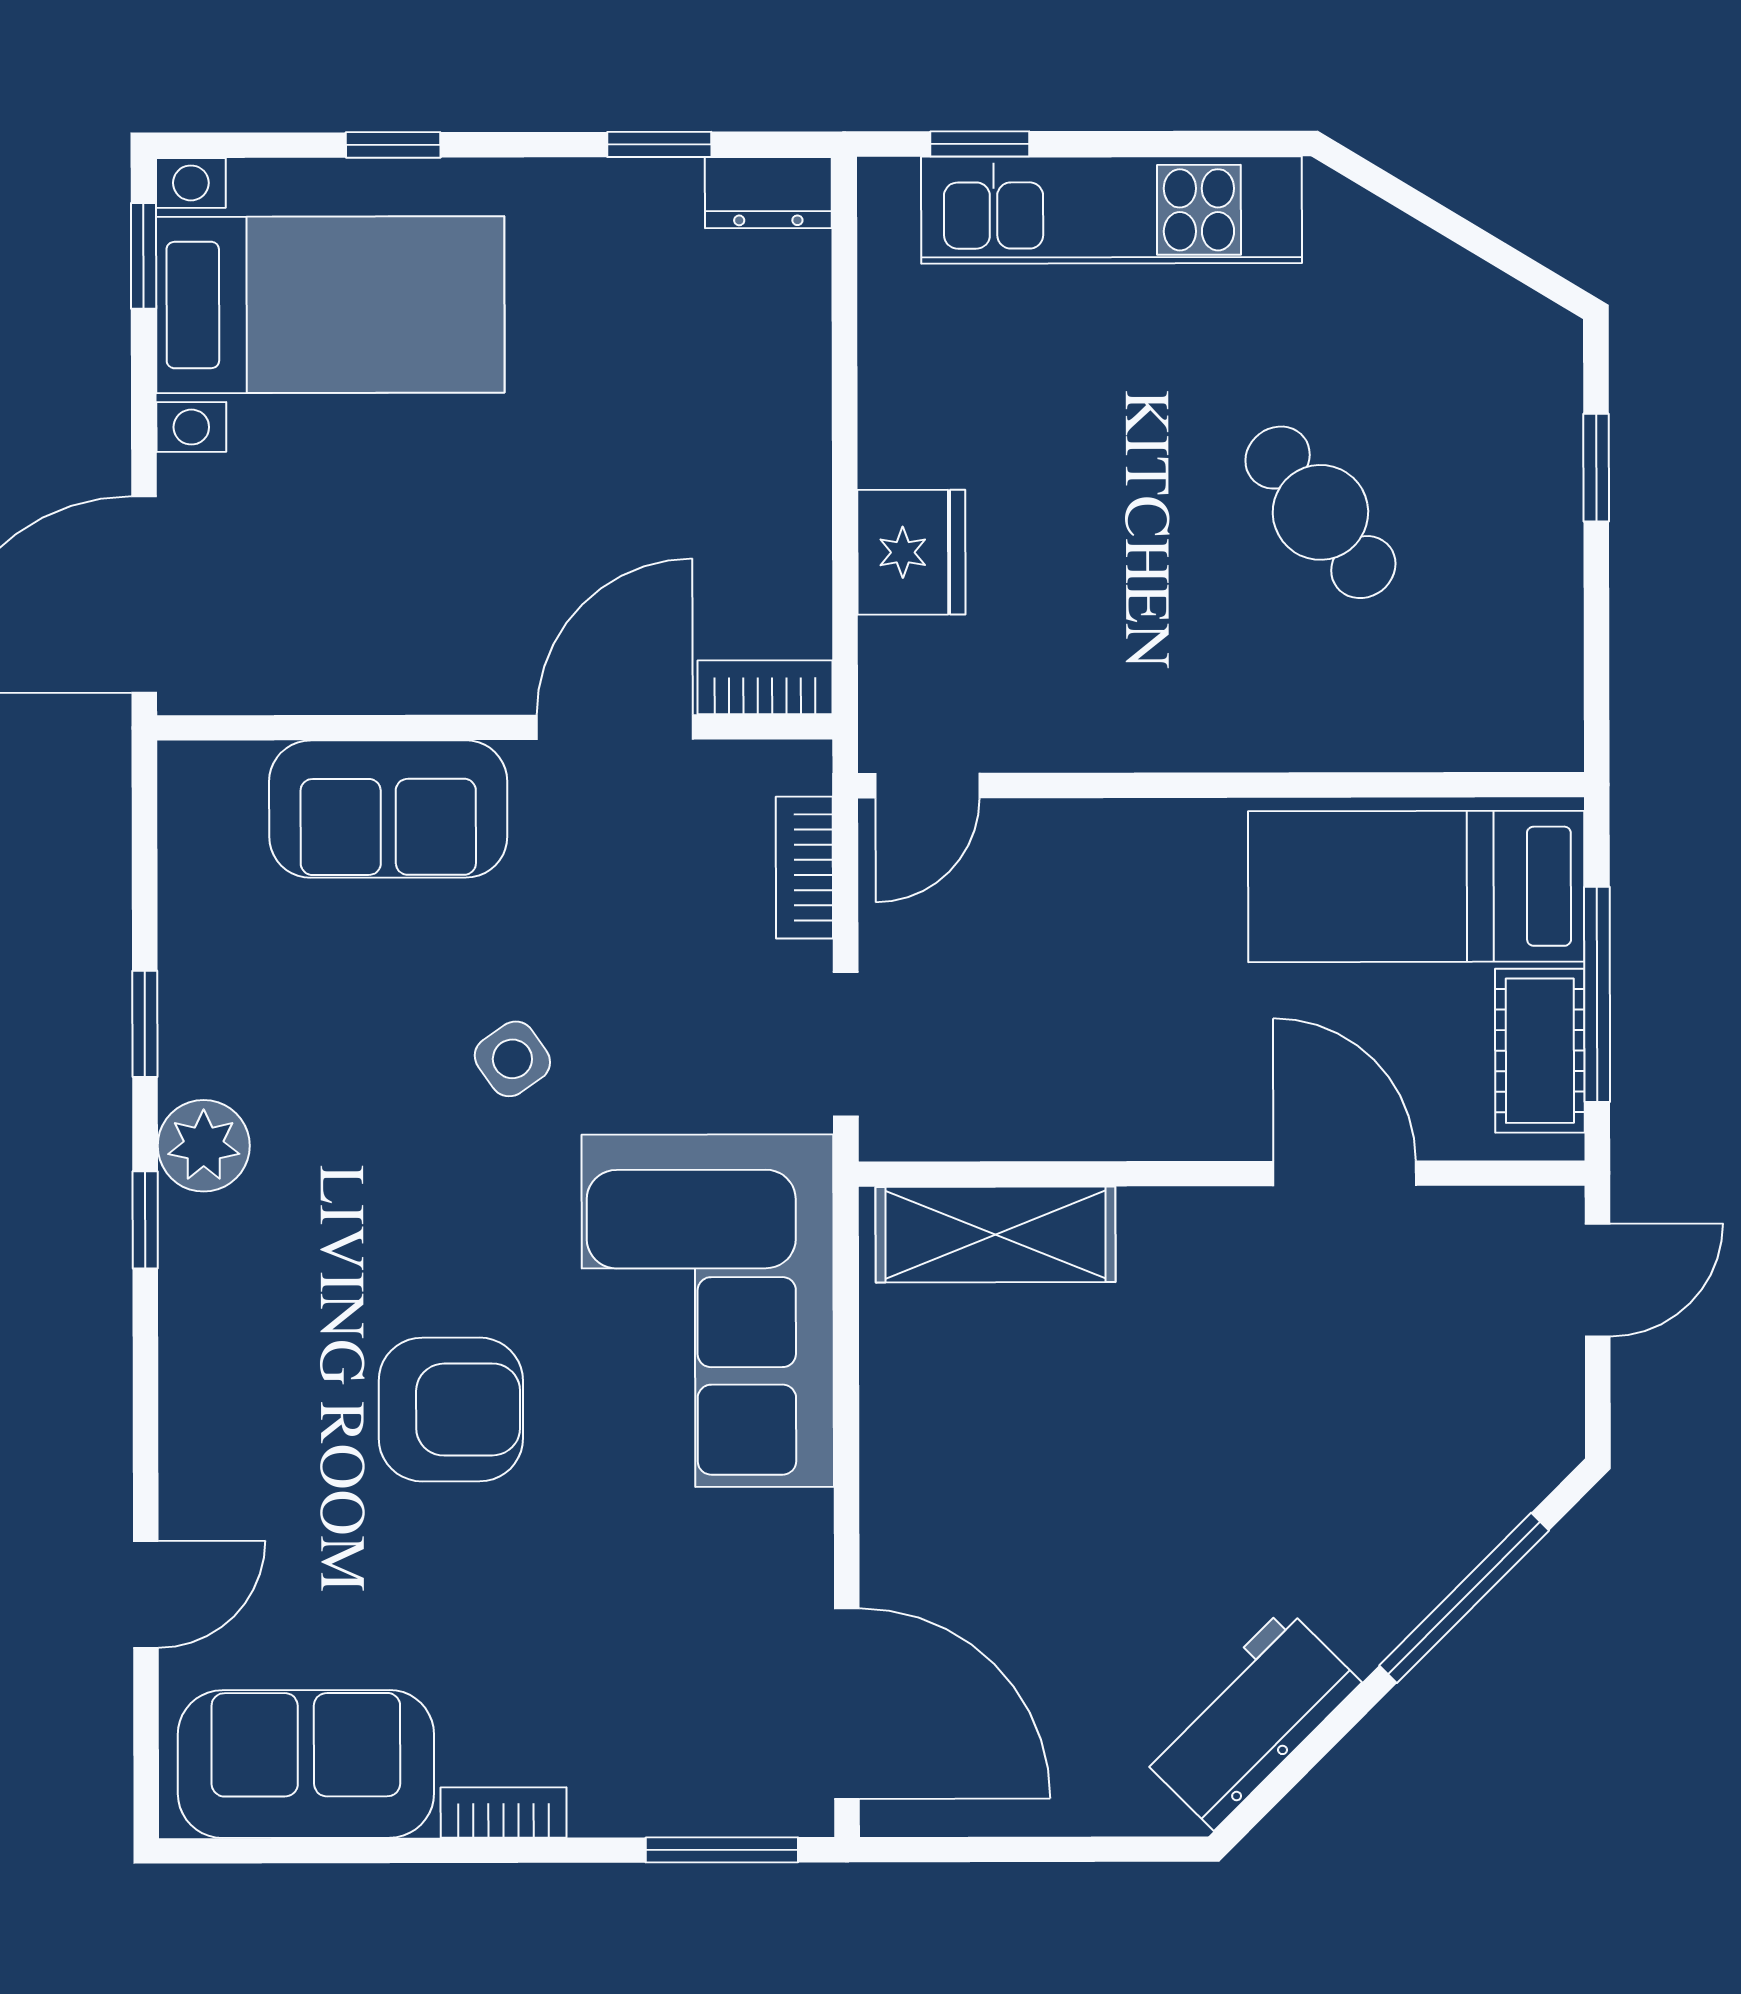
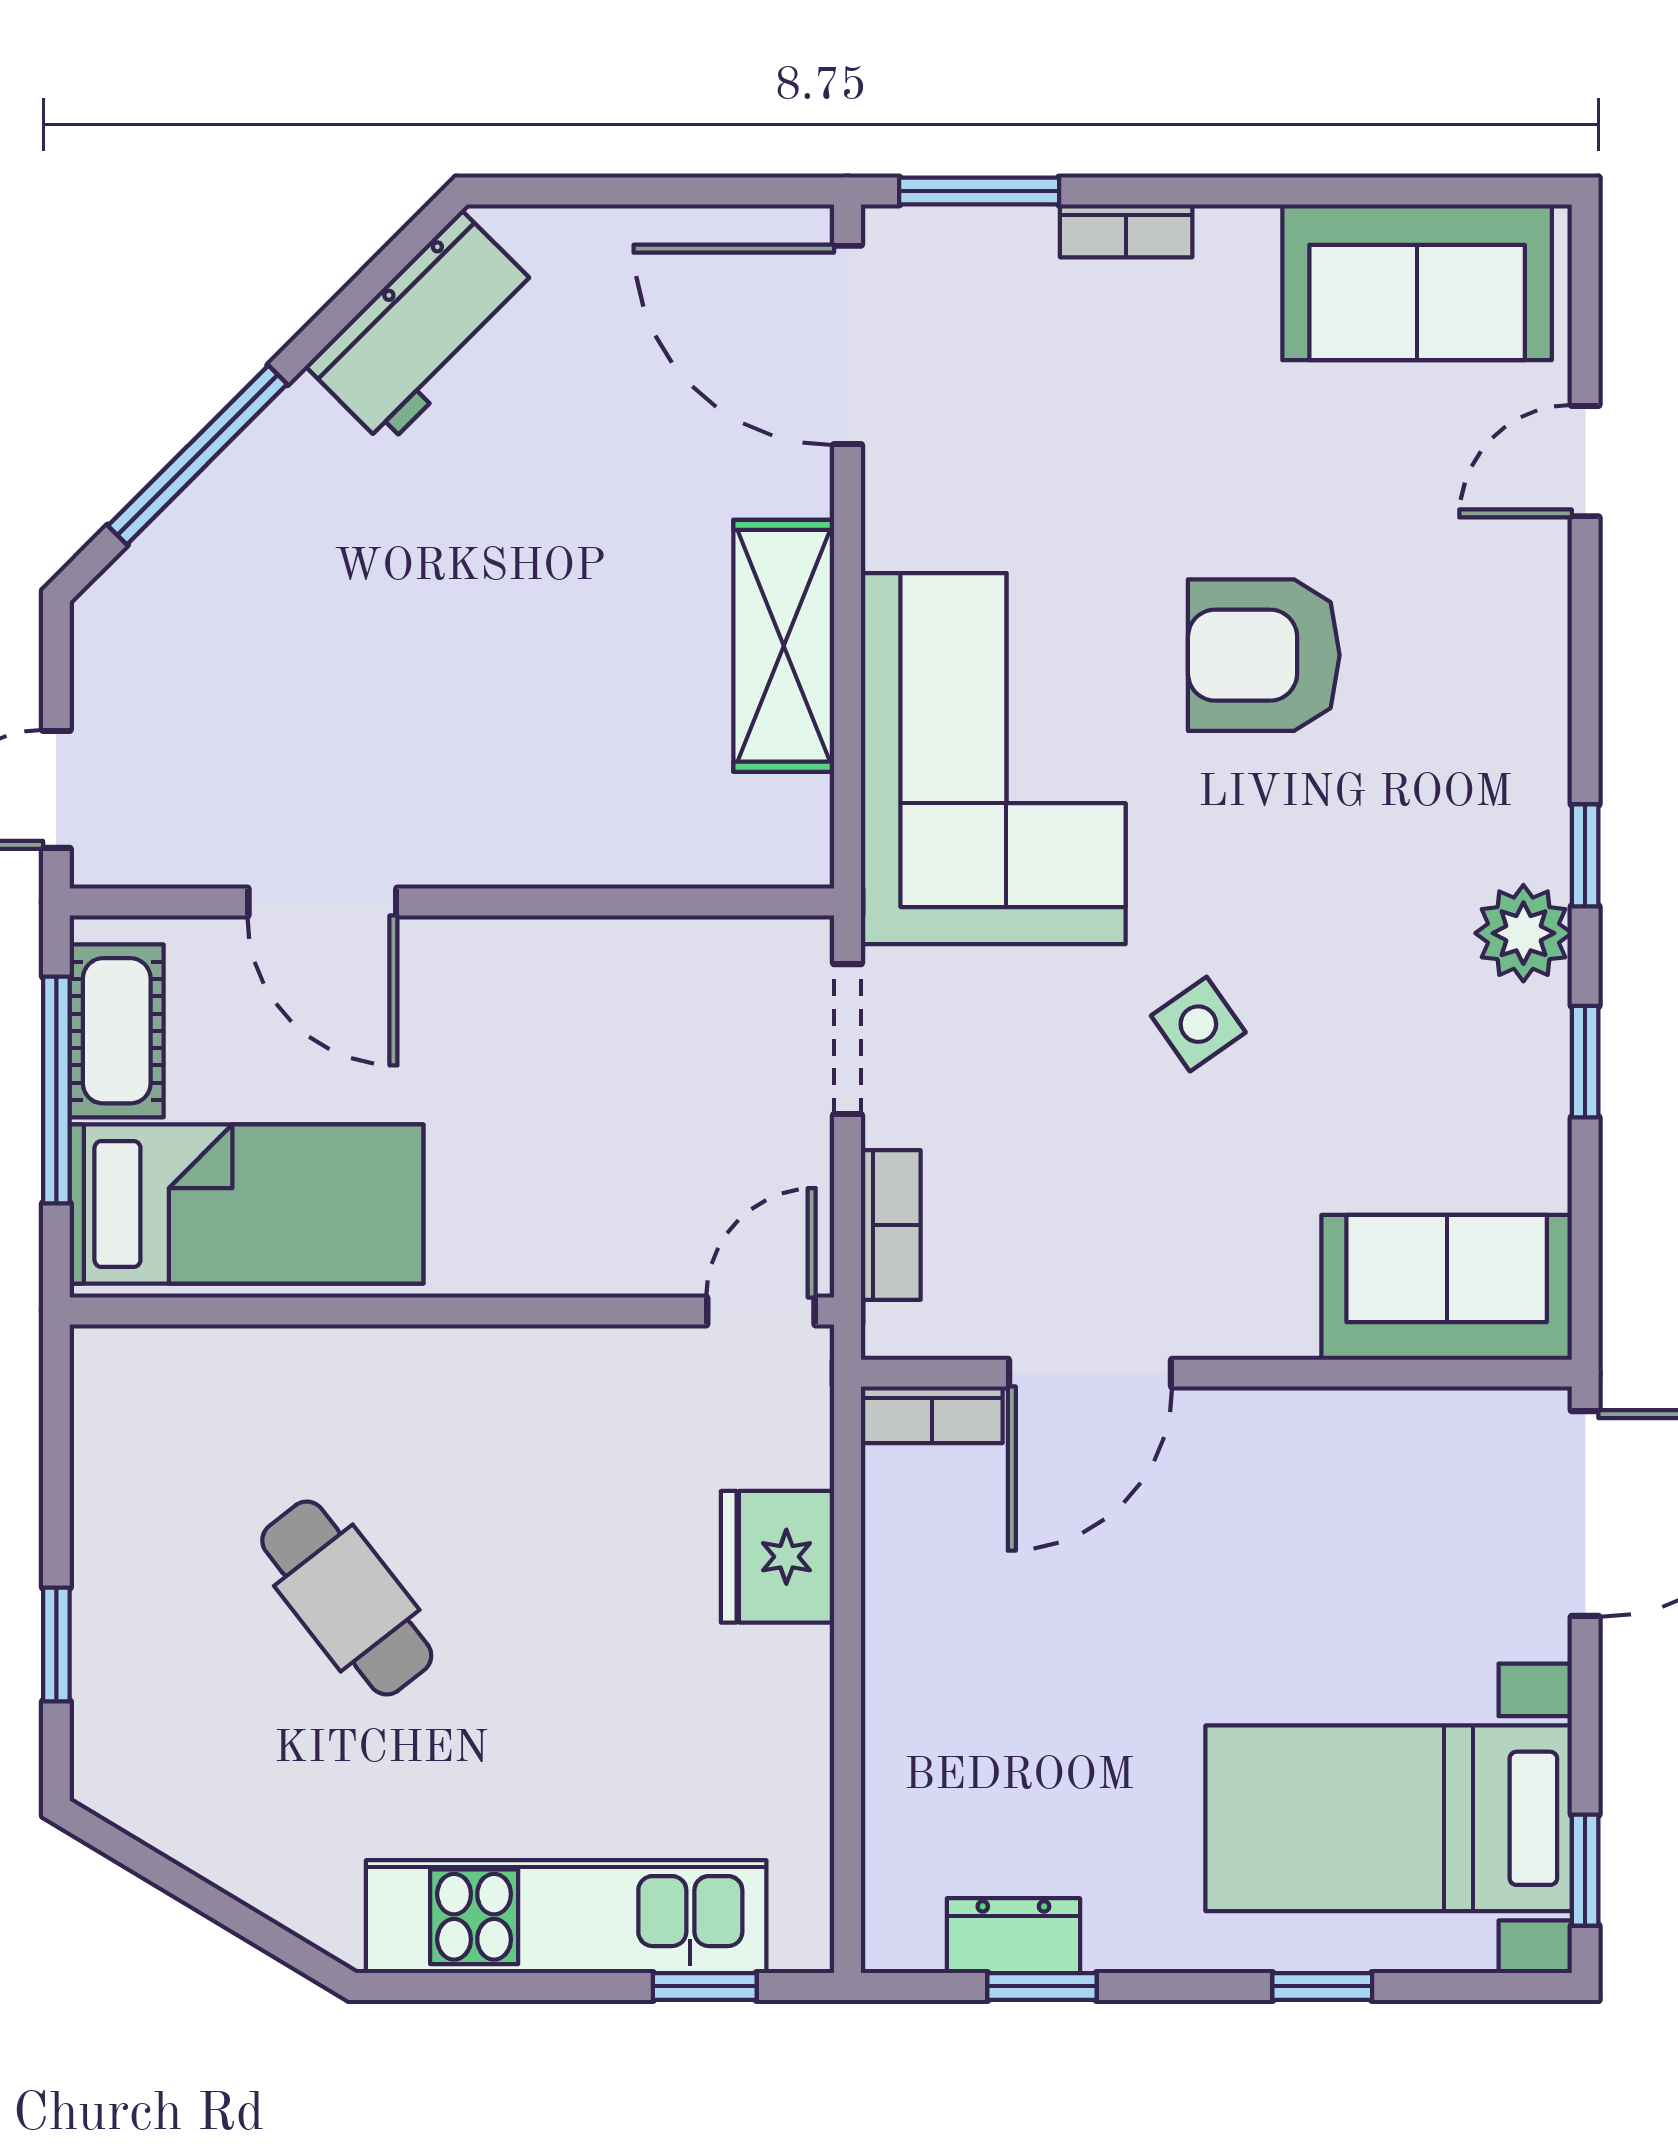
dresser: (768, 193) -> (1013, 1936), moved
sofa: (388, 809) -> (1447, 1287), moved
shelving: (995, 1235) -> (784, 646), moved, turned 90
bookcase: (504, 1813) -> (1126, 231), moved

